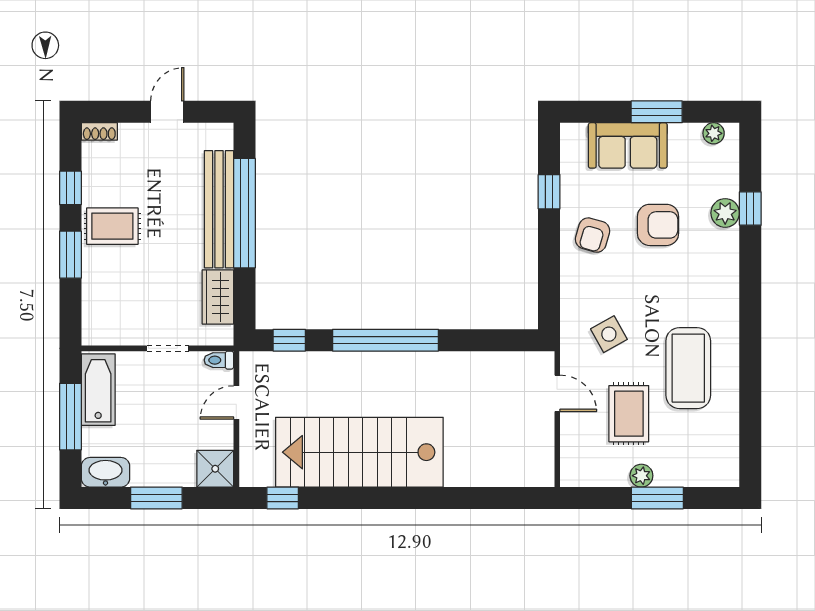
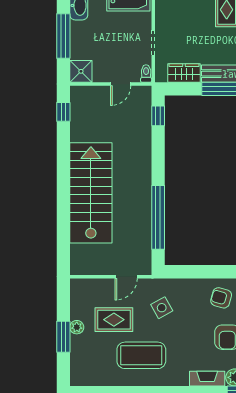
fireplace: (727, 259) -> (207, 379), added
window: (385, 340) -> (158, 217), moved
door: (236, 402) -> (121, 84), swing flipped
stairs: (359, 452) -> (91, 193), moved
window: (156, 498) -> (63, 36), width x1.44

